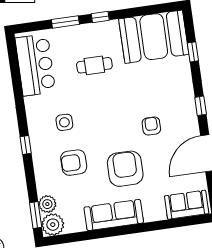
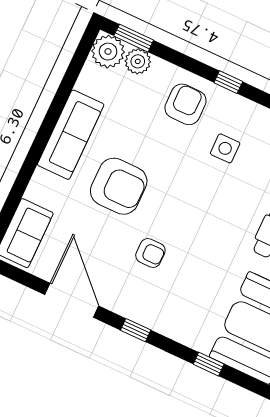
armchair: (74, 163) -> (186, 104), moved

